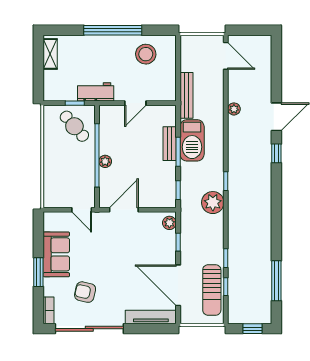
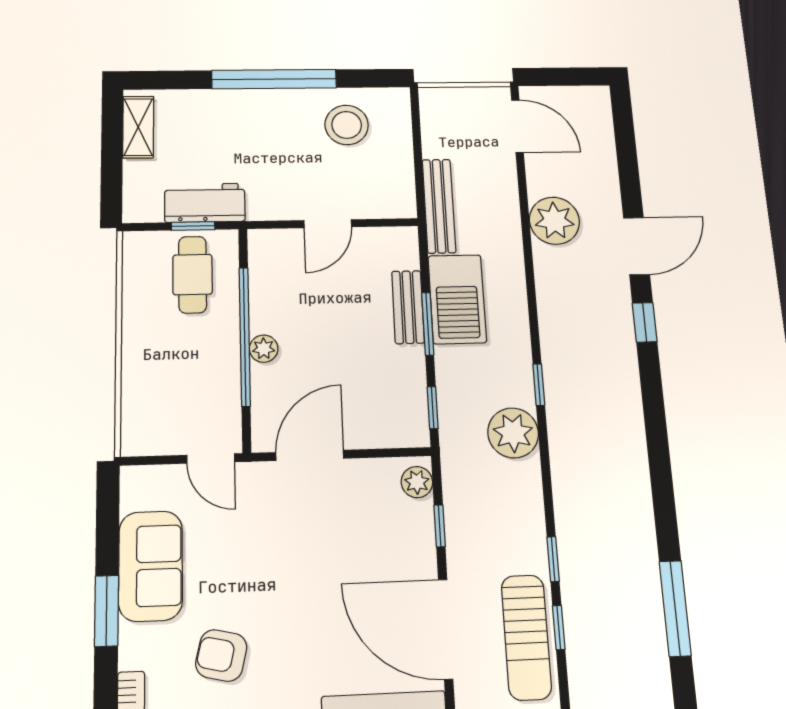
workbench: (96, 92) -> (205, 203), moved
plant: (234, 109) -> (554, 221), width x1.87, depth x1.87
cafe table: (74, 126) -> (193, 275), turned 41

